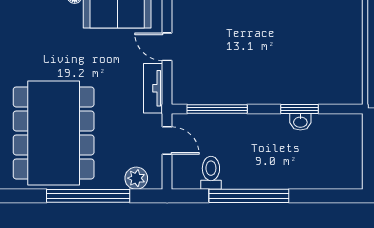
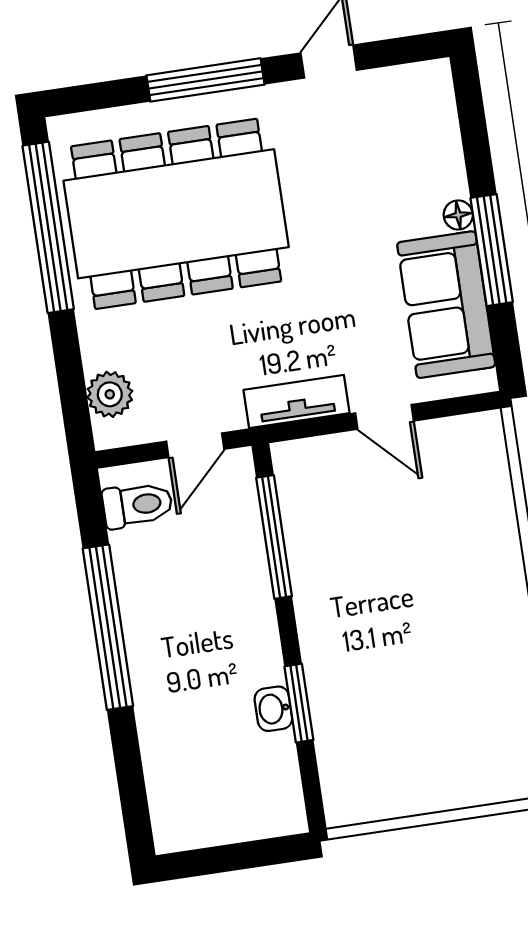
door: (167, 47) -> (384, 417), swing flipped
toilet: (211, 173) -> (137, 505), moved
window: (88, 196) -> (48, 227), moved

